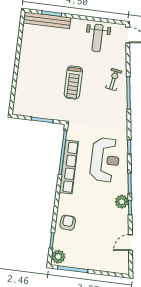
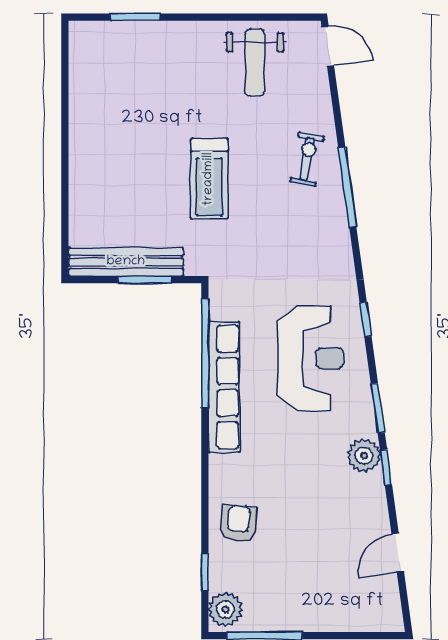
bench: (47, 20) -> (126, 262), moved

